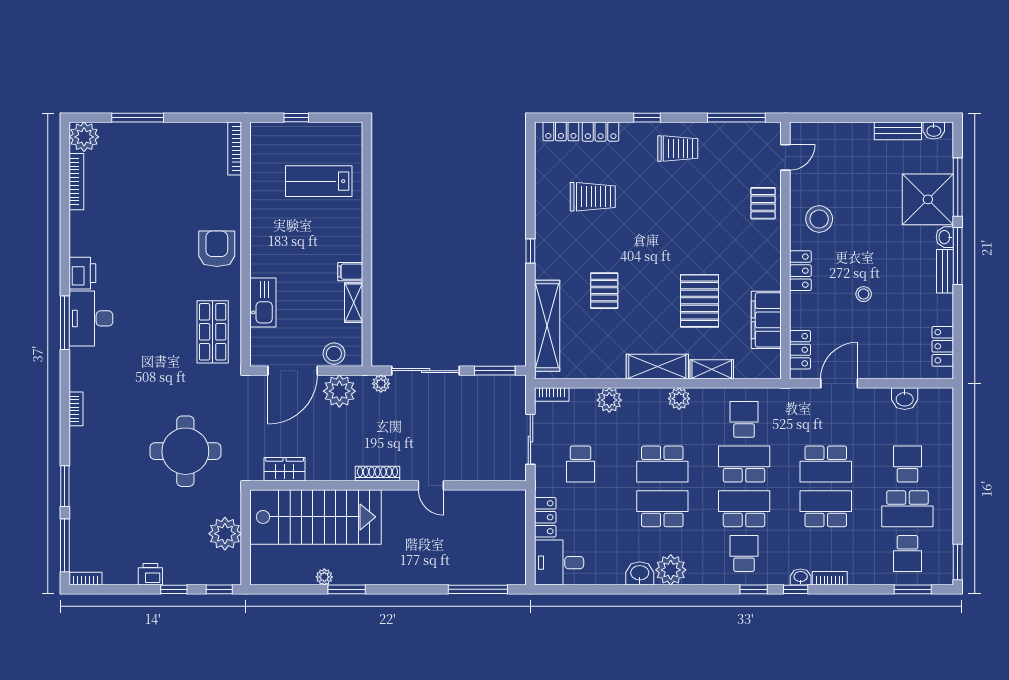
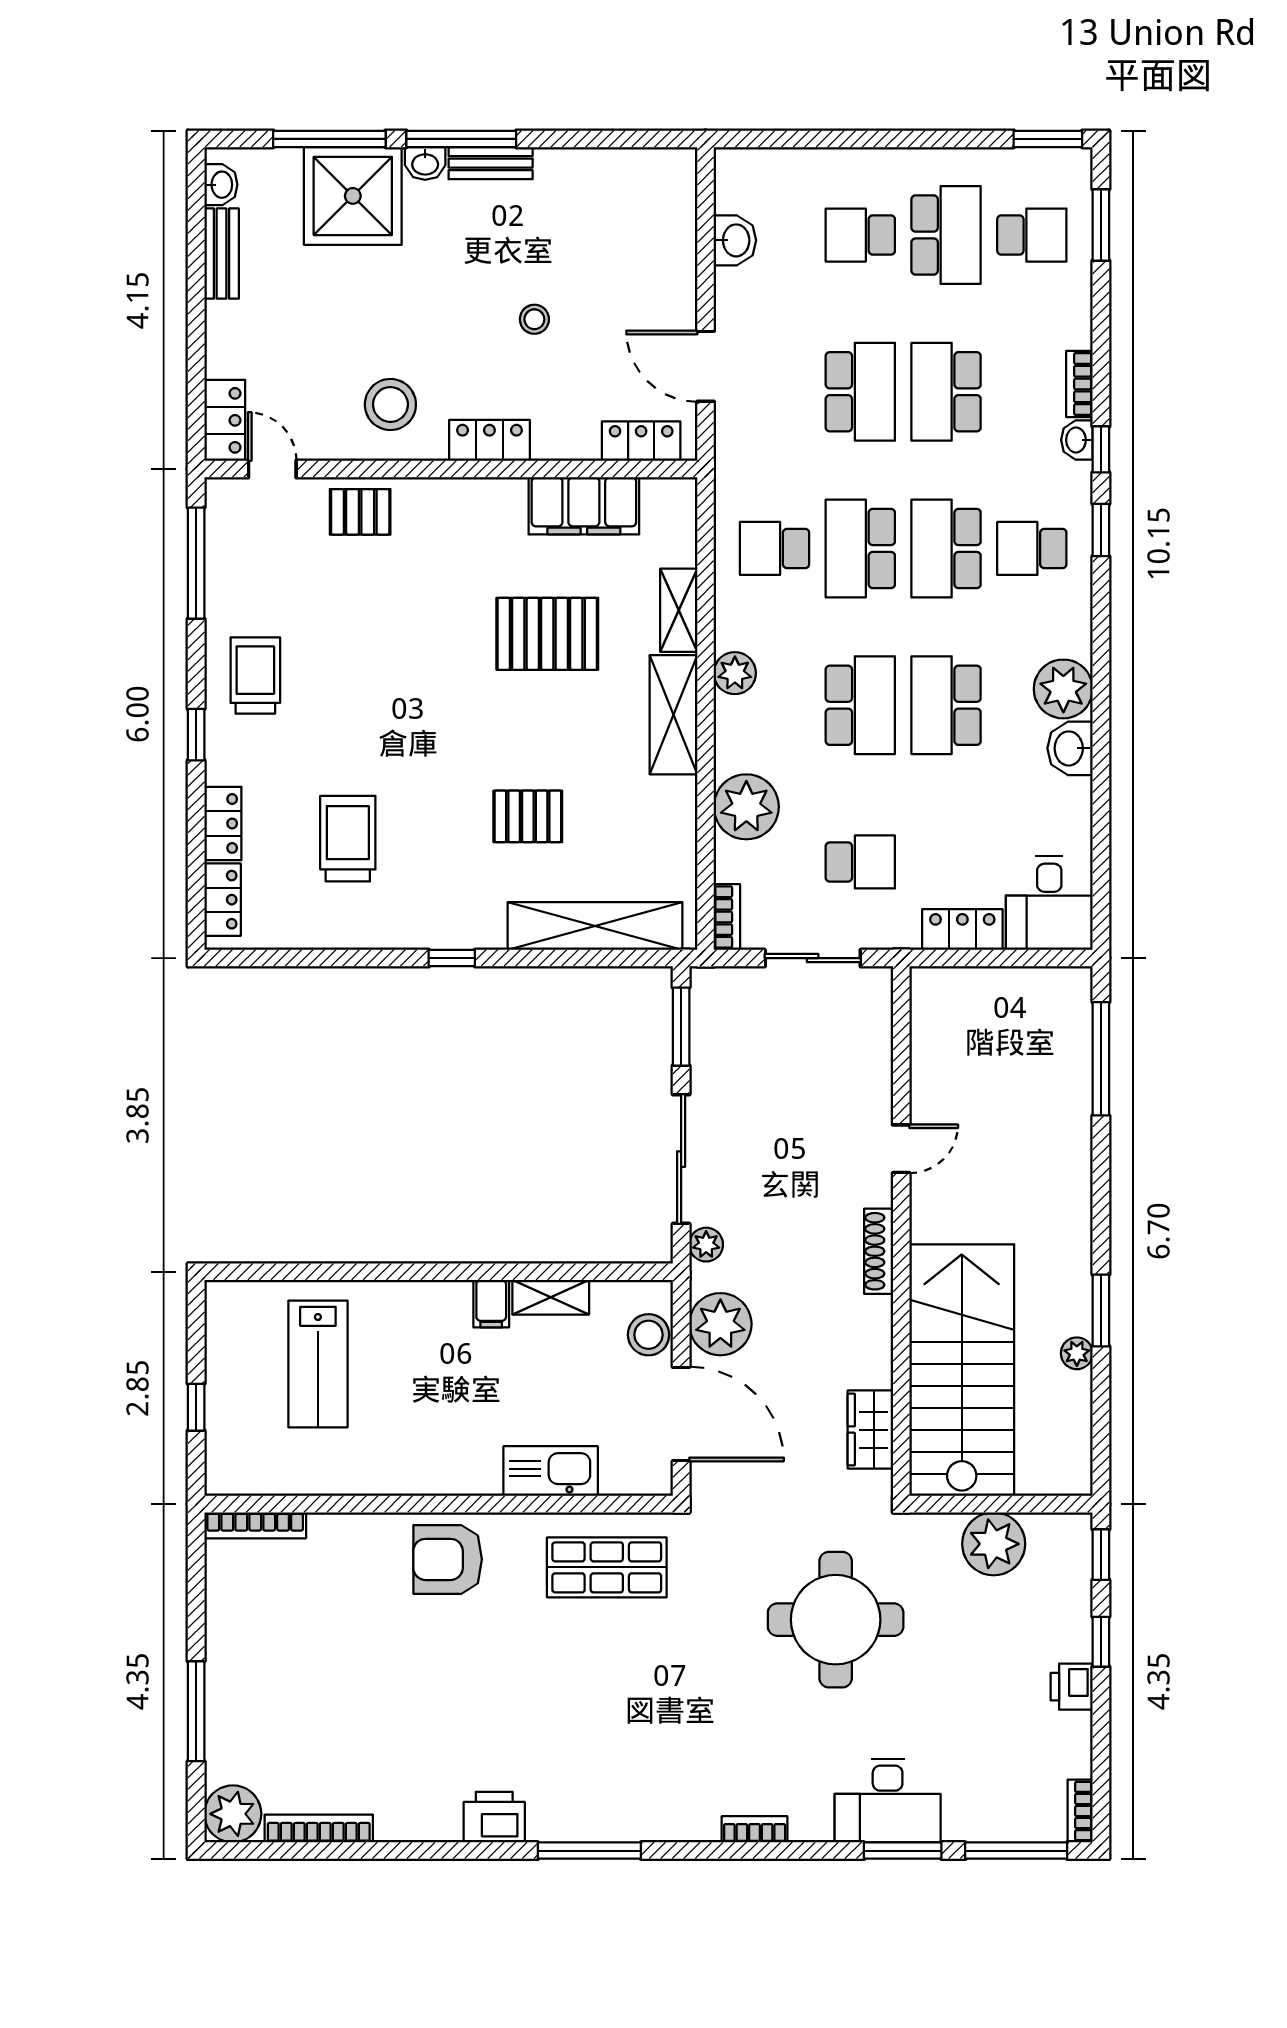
desk: (91, 318) -> (888, 1801), moved
locker: (943, 346) -> (225, 420), moved, turned -90
plant: (609, 400) -> (746, 807), width x1.36, depth x1.36

